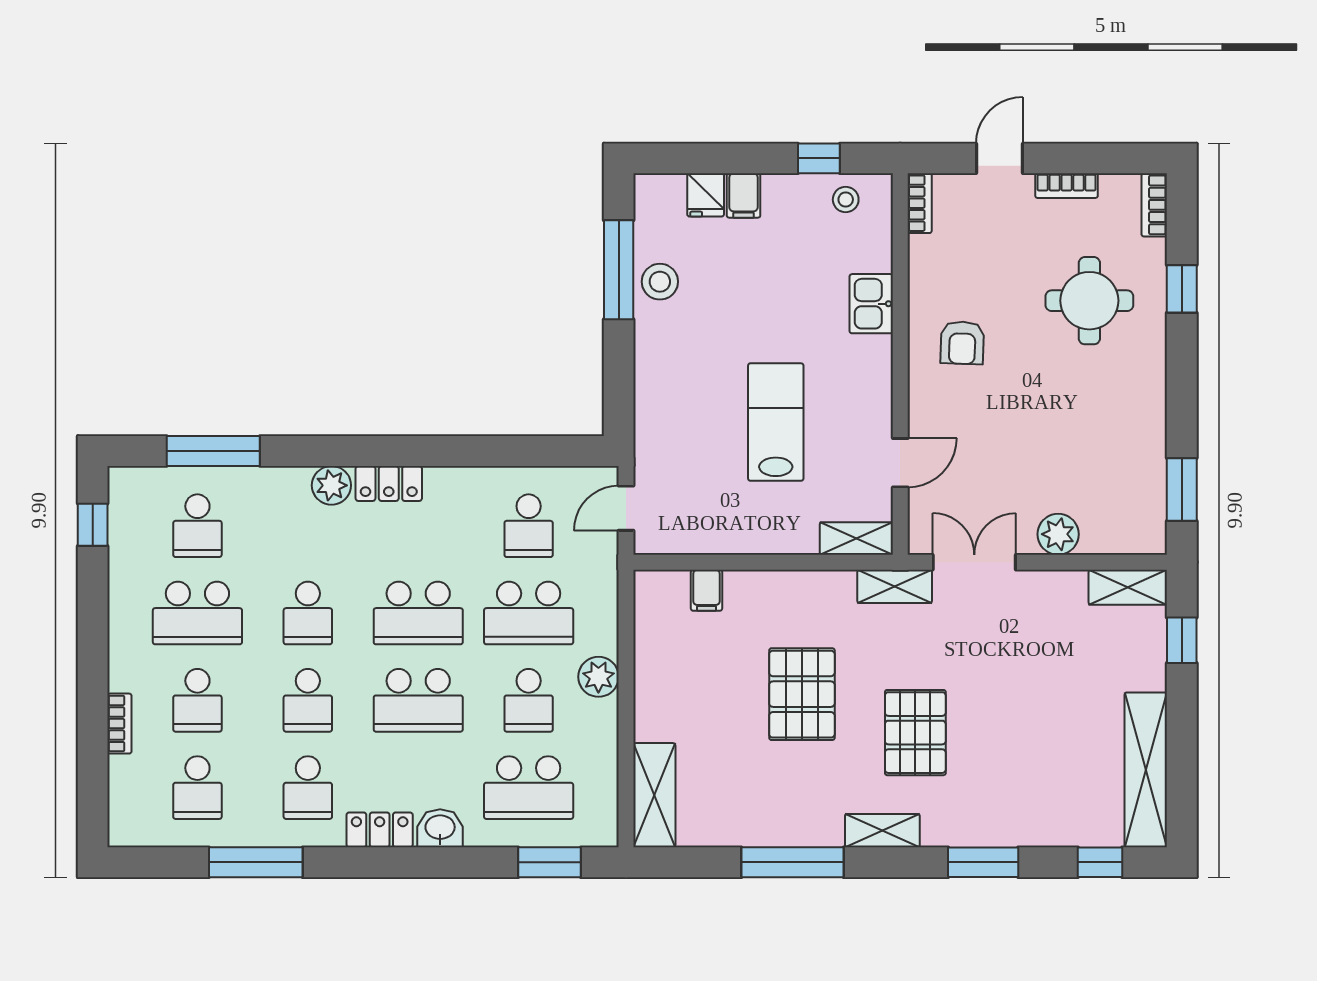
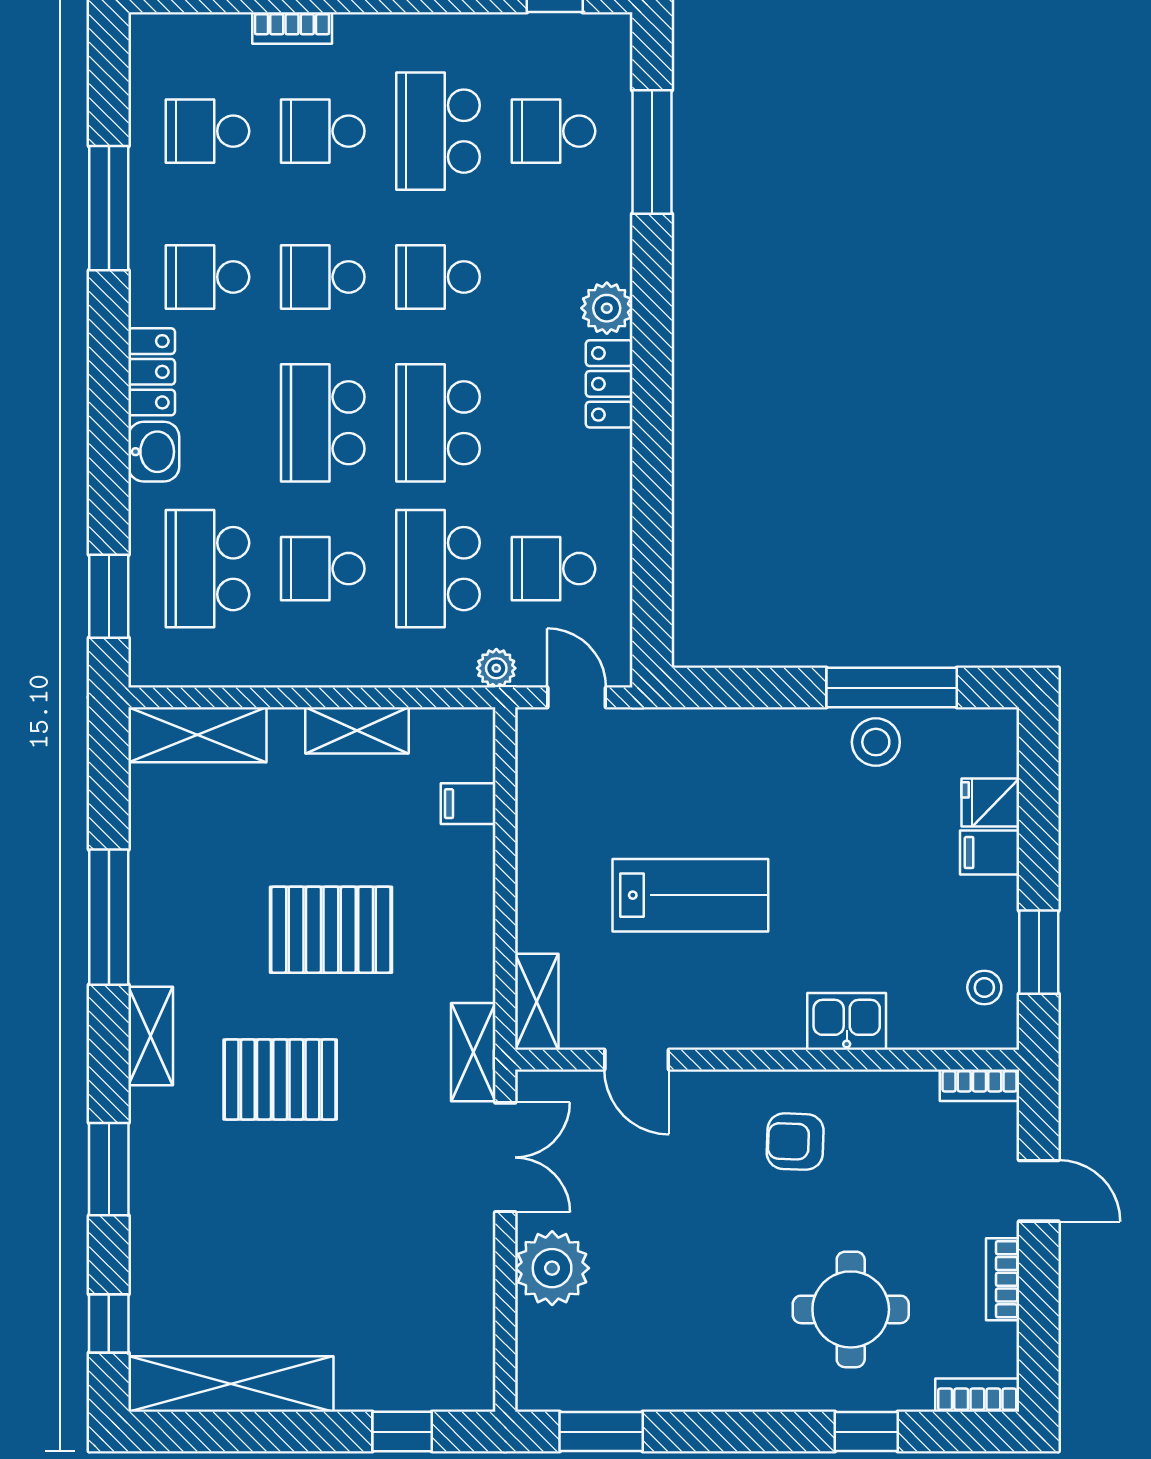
window: (819, 158) -> (1039, 952), width x1.50
plant: (1058, 534) -> (552, 1268), width x1.36, depth x1.36
shelving: (1128, 587) -> (357, 730), moved, turned 90
plant: (598, 677) -> (496, 668), moved, width x0.73, depth x0.73

